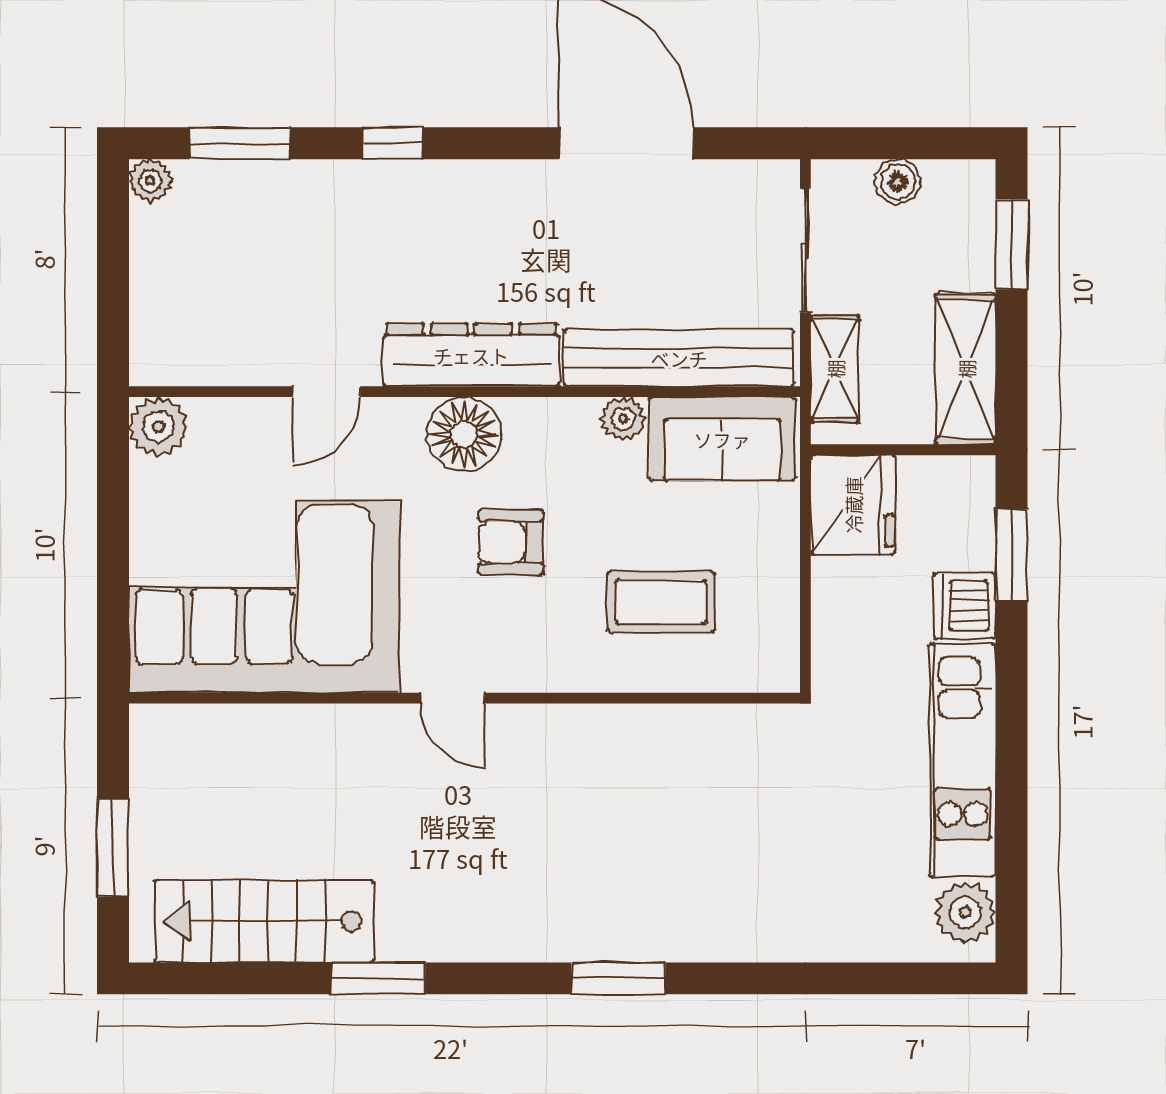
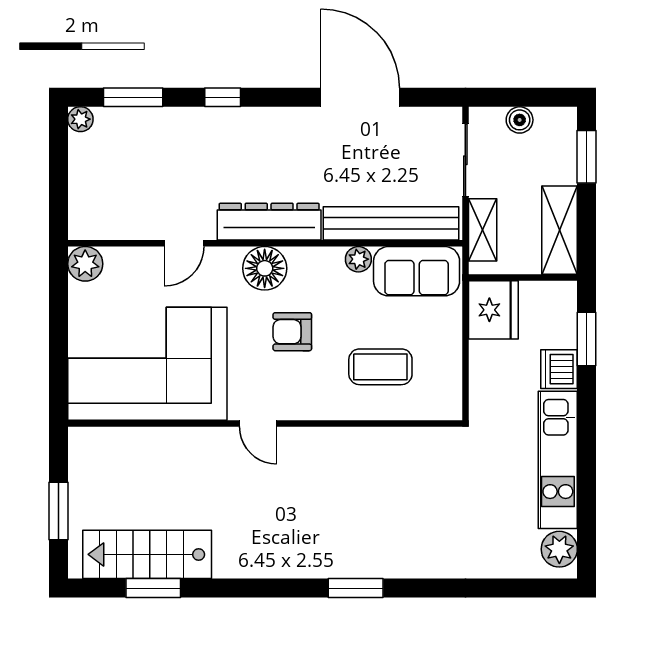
window: (378, 978) -> (153, 588), moved

